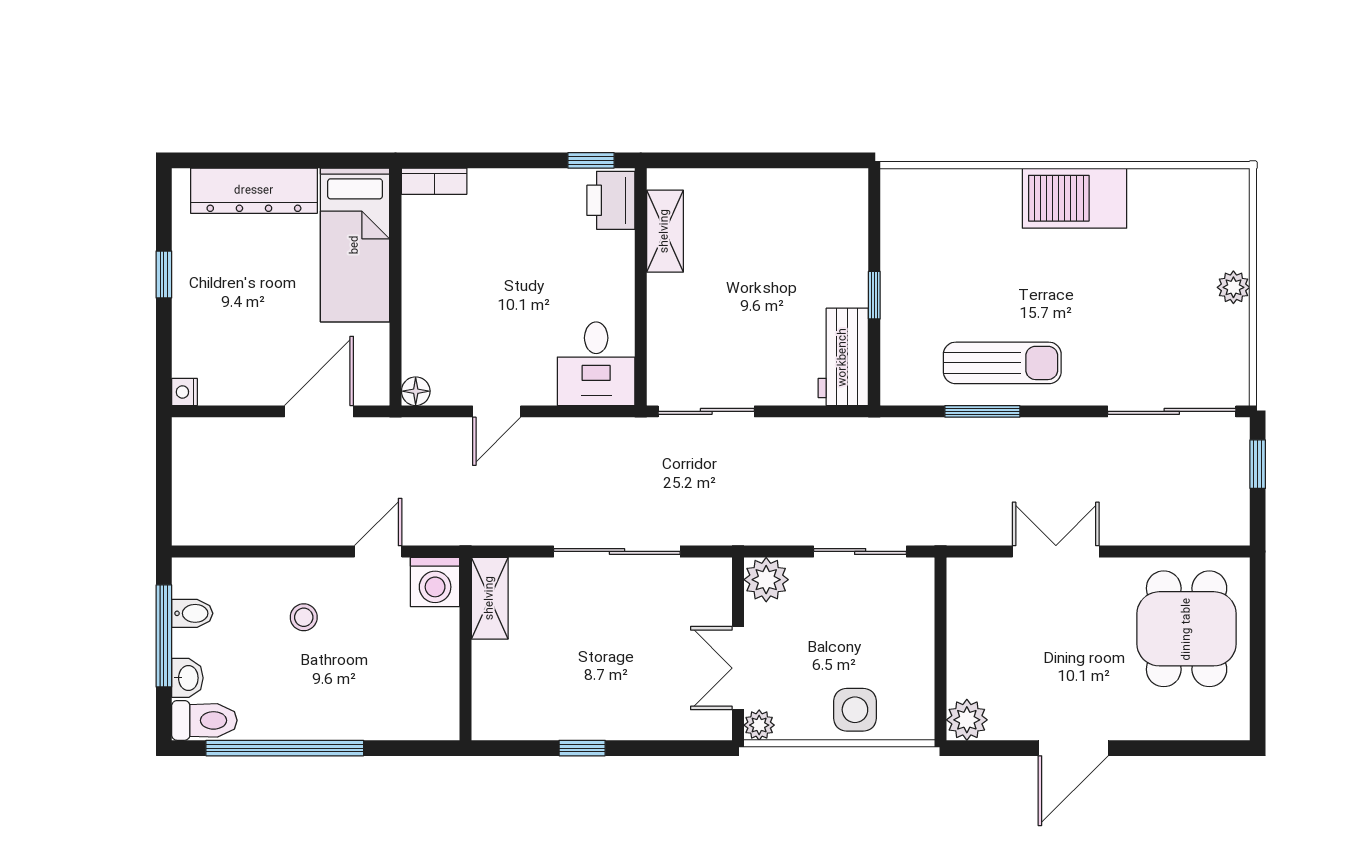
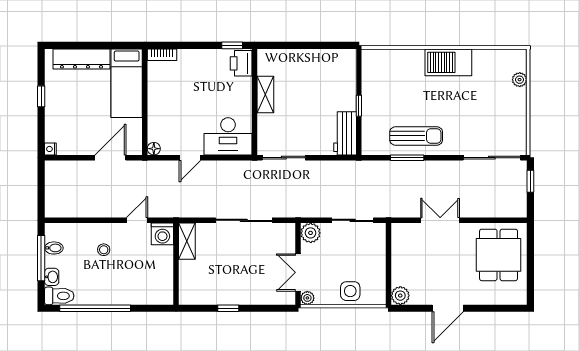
shelving: (665, 231) -> (265, 94), moved
plant: (1233, 287) -> (520, 80), moved
desk: (596, 364) -> (228, 136), width x1.37

